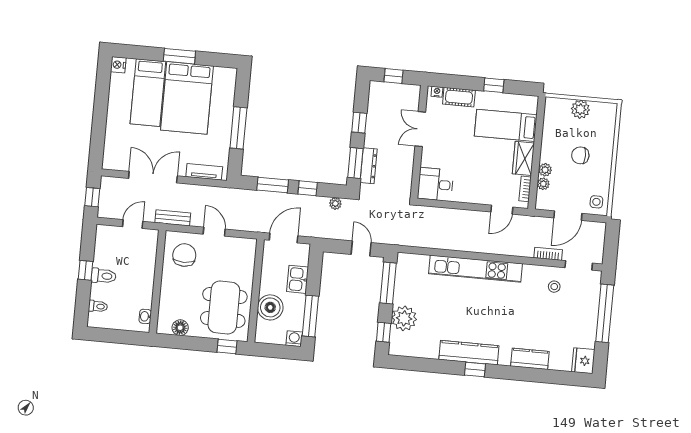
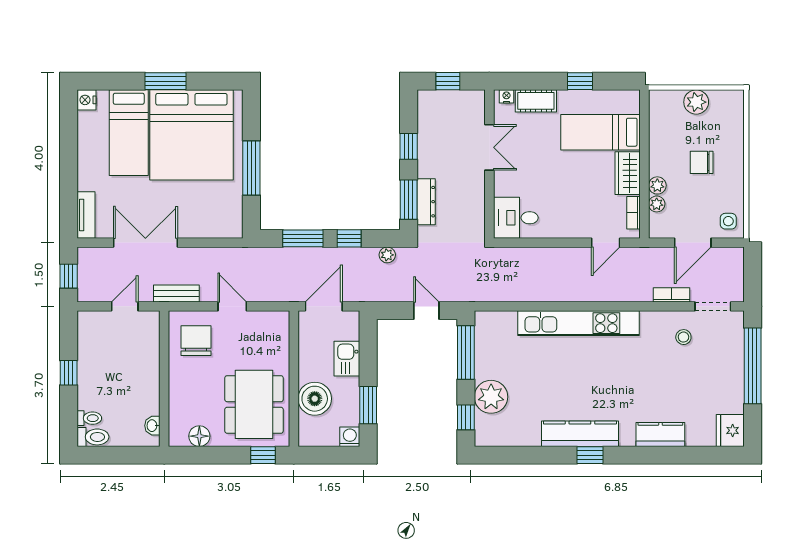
bed: (187, 98) -> (191, 135), width x1.36
double door: (420, 129) -> (489, 147), swing flipped
tv unit: (204, 172) -> (86, 215), moved, turned 90
toilet: (104, 276) -> (93, 437), moved
window: (310, 316) -> (368, 405), width x0.69

